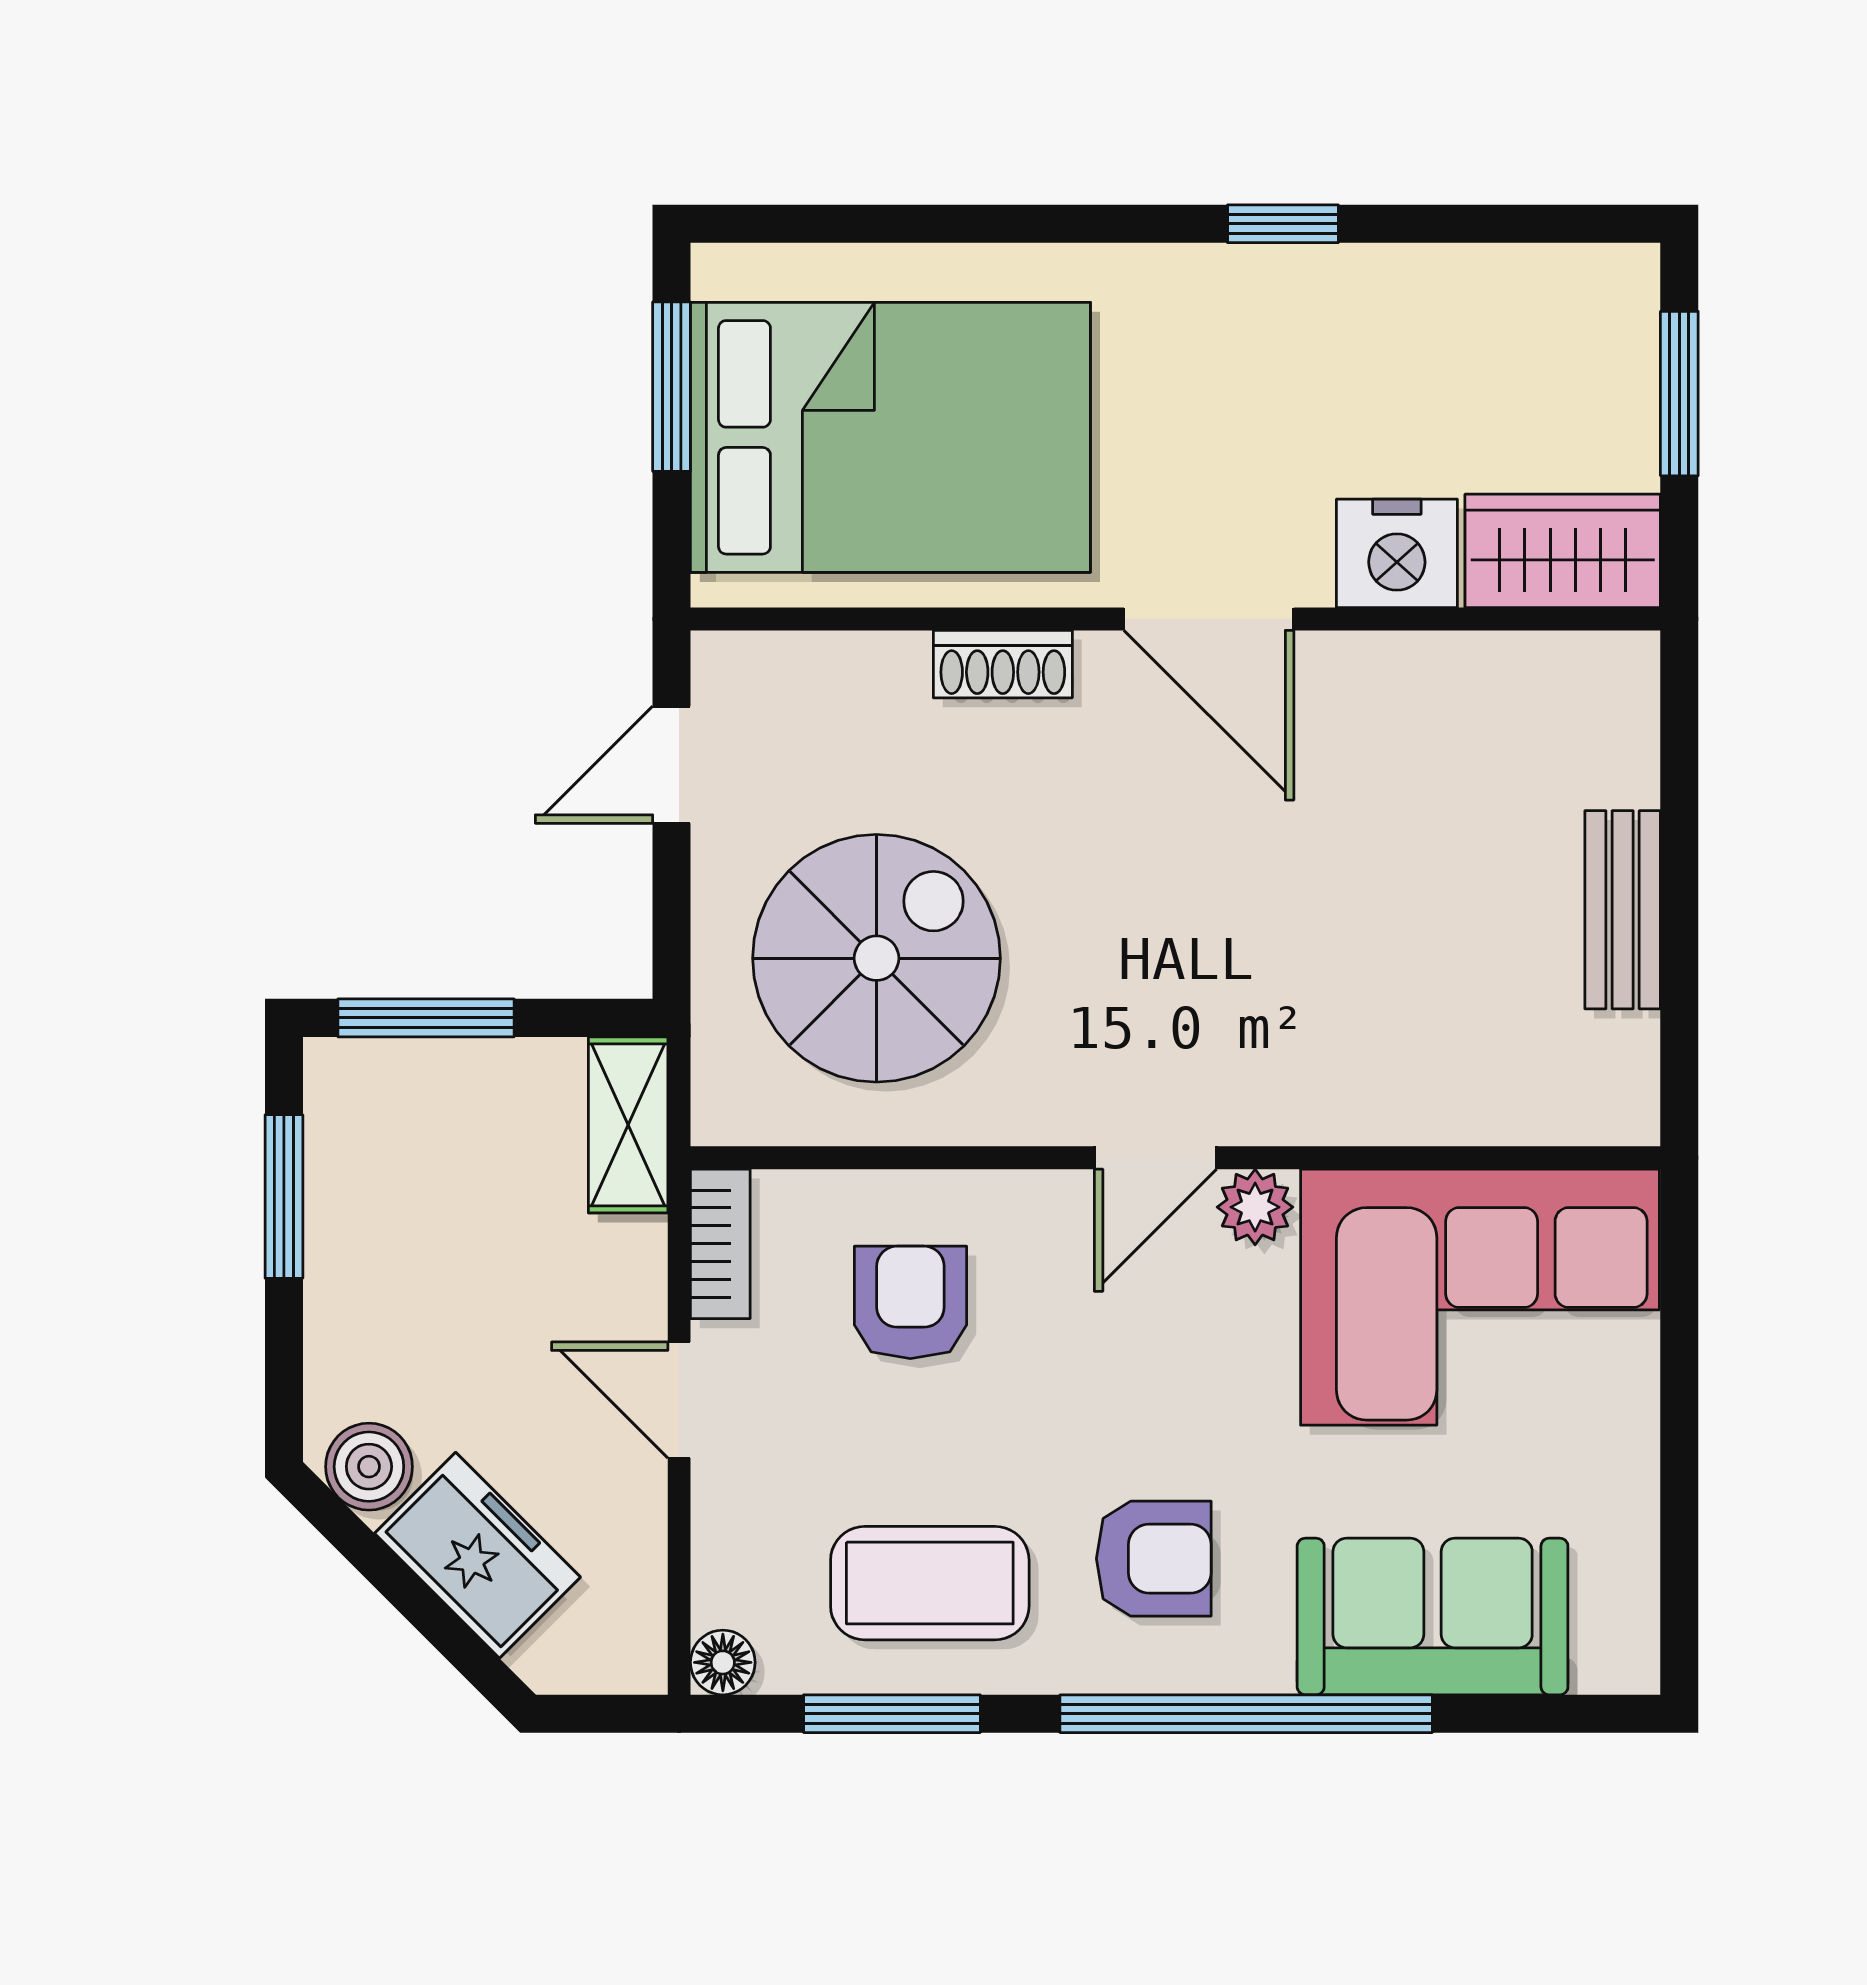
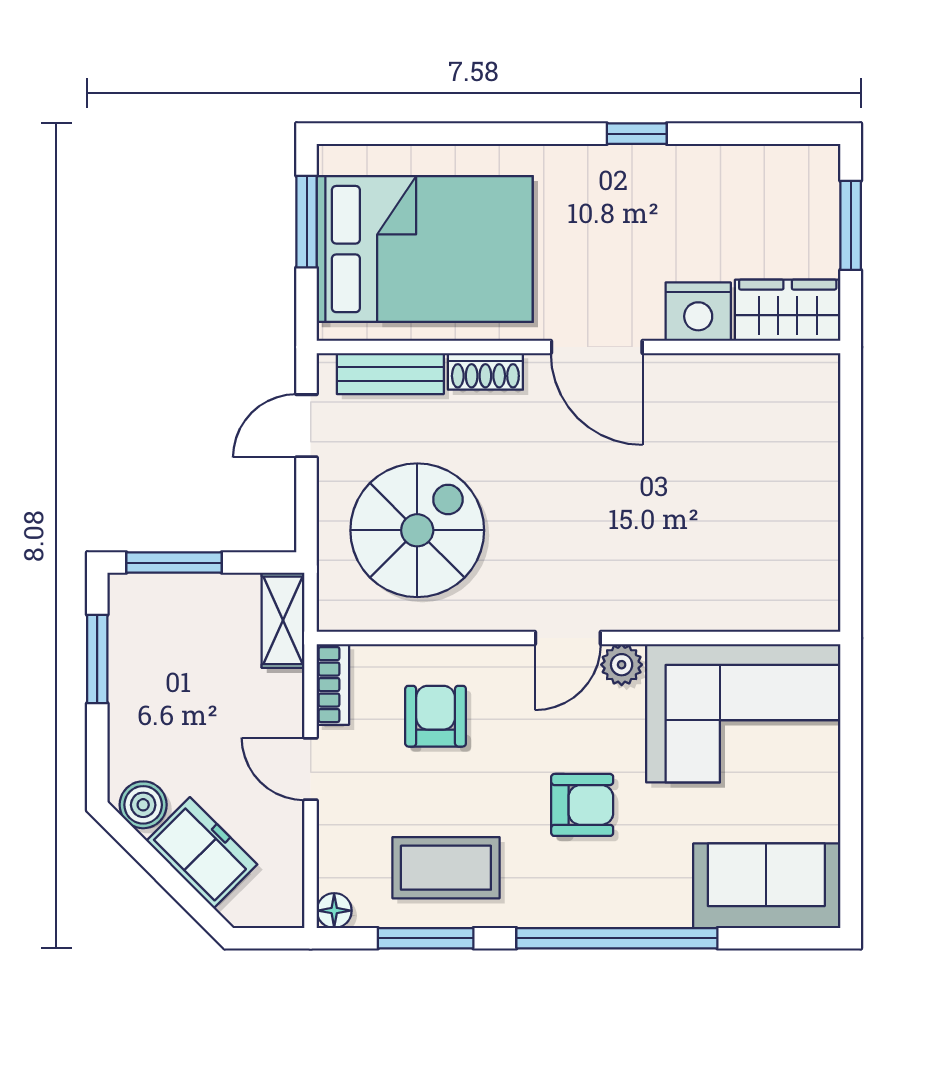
bench: (1623, 910) -> (390, 374), moved, turned 90
armchair: (1154, 1559) -> (582, 805), moved
sofa: (1433, 1616) -> (766, 886), moved

